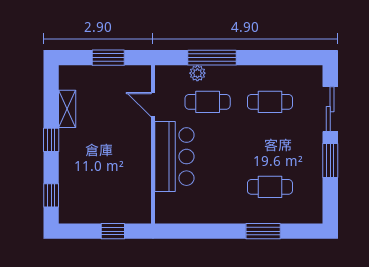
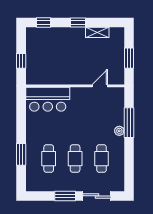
plant: (197, 73) -> (119, 131), moved
cafe table: (208, 102) -> (75, 159), moved
bar counter: (174, 157) -> (48, 99), moved

